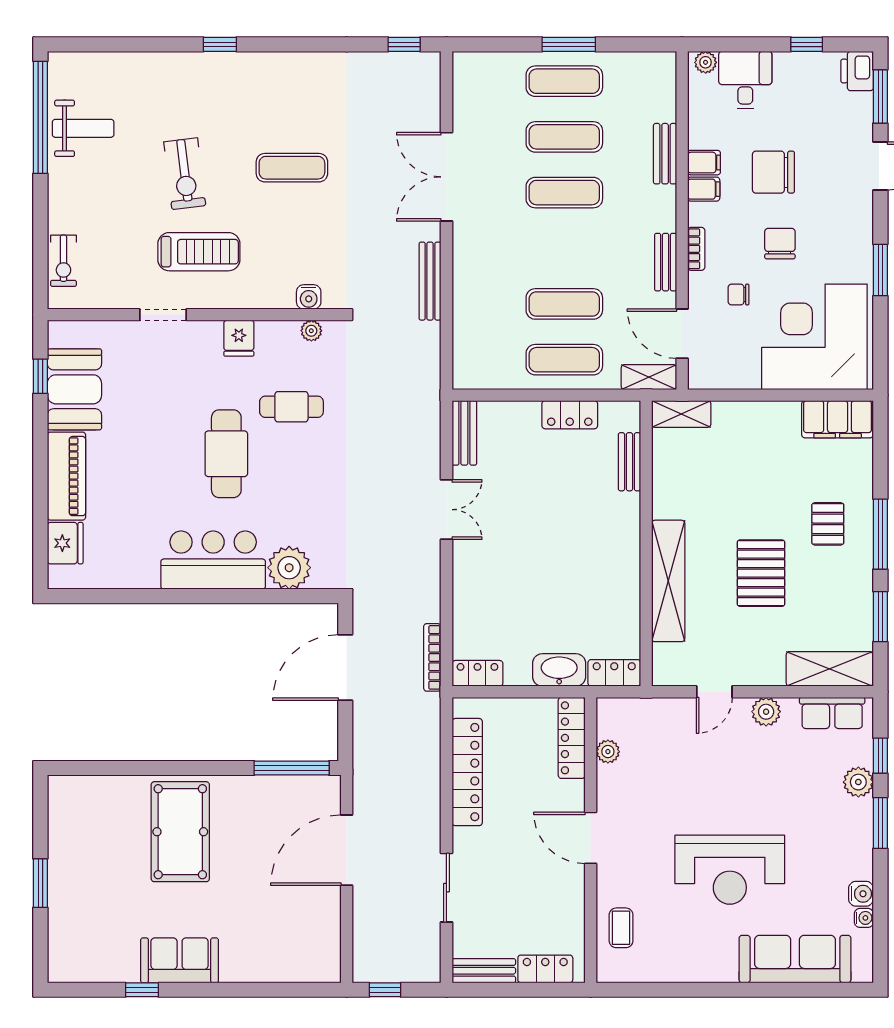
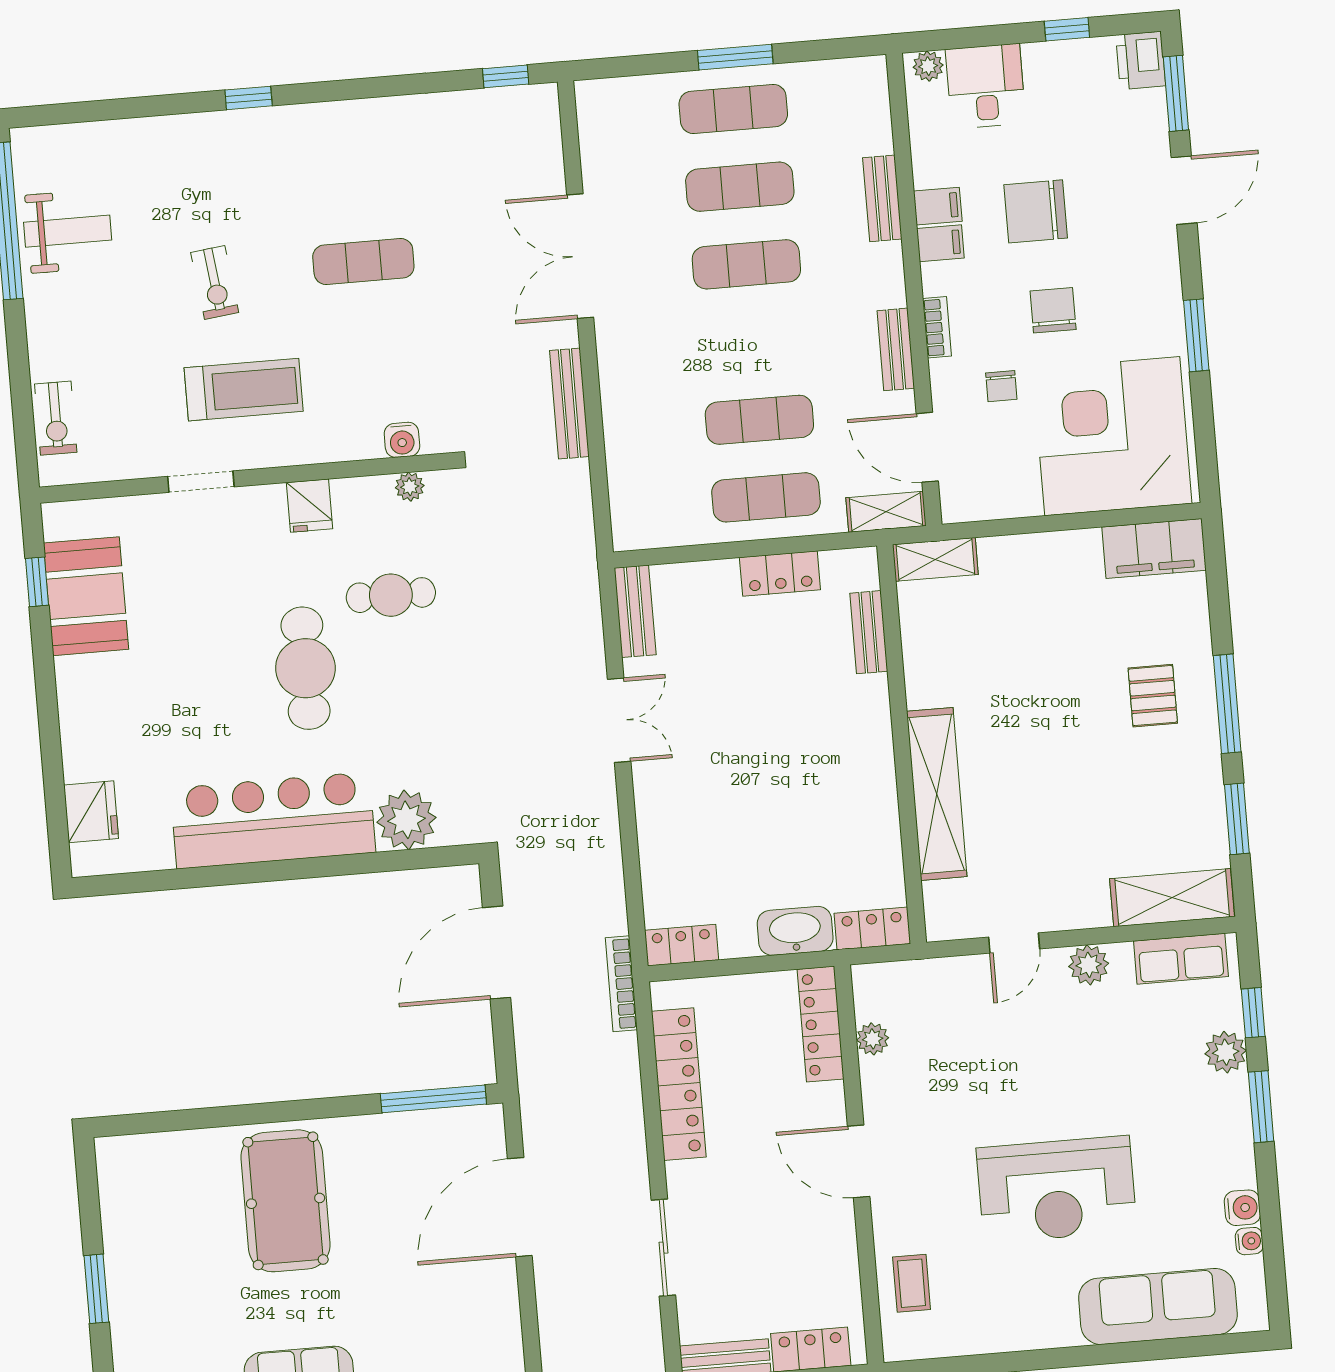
exercise bike: (185, 174) -> (215, 282), width x0.73, depth x0.72
chair: (739, 295) -> (1001, 386), turned -90
piano: (66, 476) -> (85, 718), removed
bar counter: (213, 560) -> (273, 820), width x1.36
pallet: (761, 573) -> (1065, 772), removed
bookcase: (432, 657) -> (621, 984), moved

